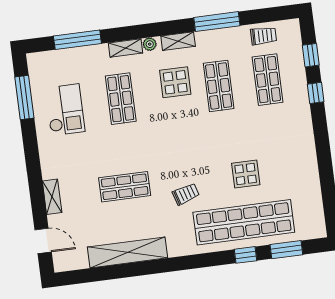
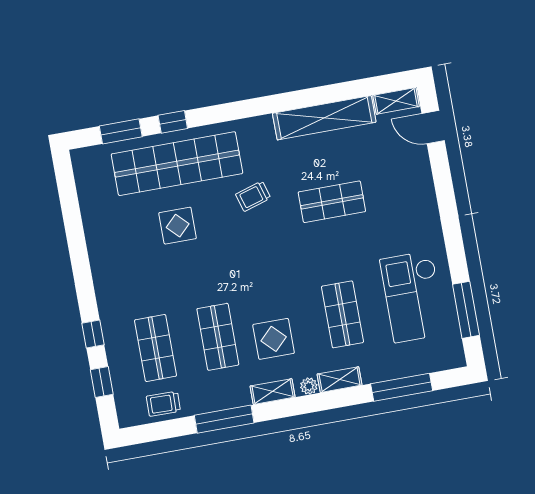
checkout: (65, 110) -> (413, 297), width x1.36, depth x1.21
shelving: (52, 197) -> (396, 101), moved, turned 90

